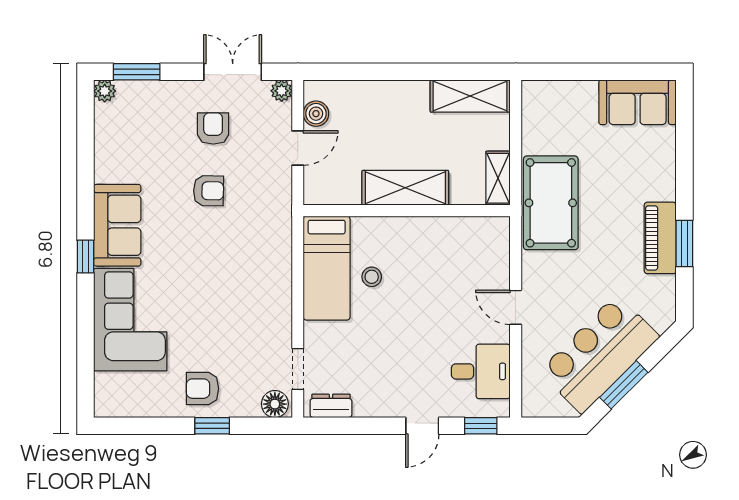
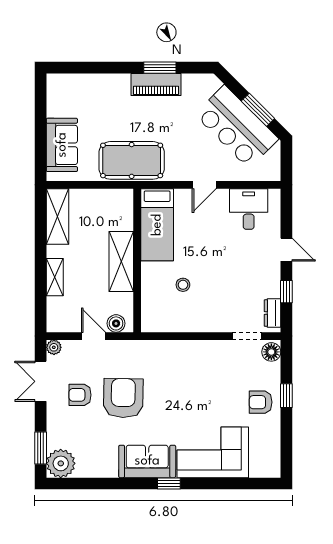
plant: (105, 91) -> (61, 463), width x1.87, depth x1.87
sofa: (638, 102) -> (62, 145), moved
boiler: (316, 114) -> (116, 323), moved
shelving: (498, 178) -> (55, 277), moved, turned 90
armchair: (209, 191) -> (123, 398), width x1.88, depth x1.88
bed: (327, 268) -> (157, 225), moved, turned 90
armchair: (203, 389) -> (261, 402), turned 90
window: (481, 426) -> (286, 292), moved

